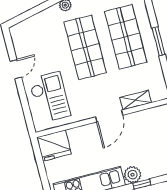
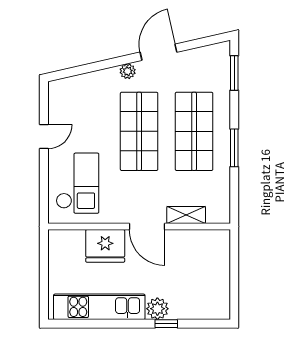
door: (109, 116) -> (147, 227), hinge flipped
fridge: (54, 146) -> (105, 246), moved

